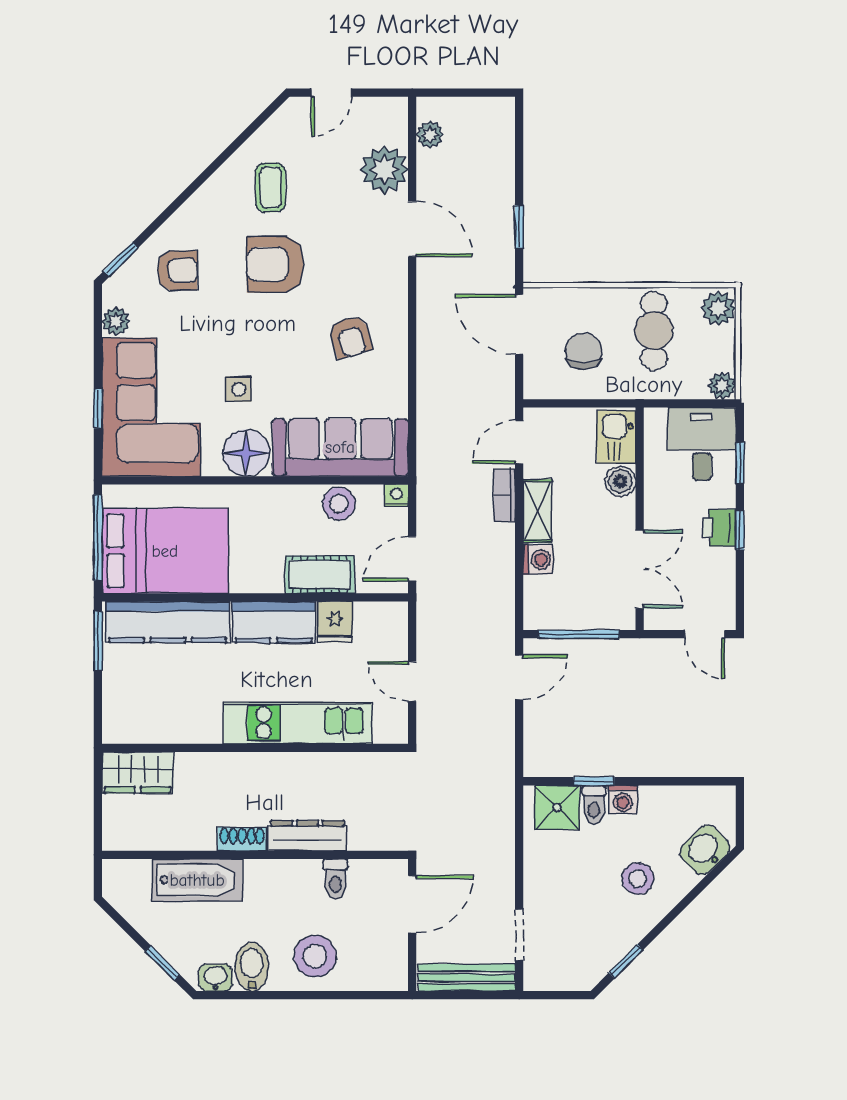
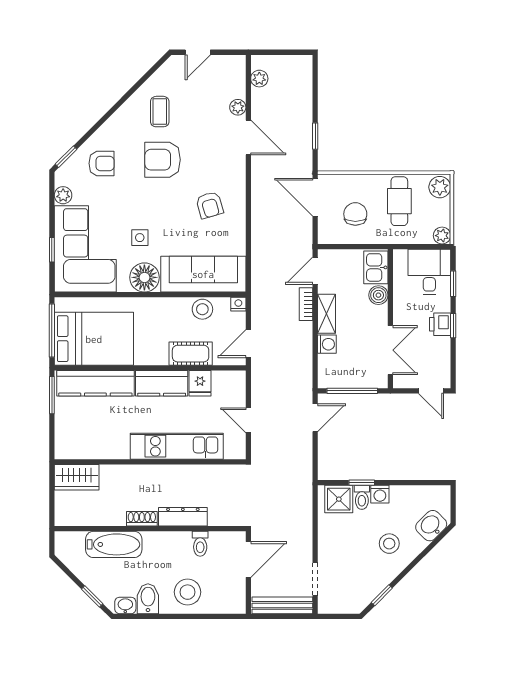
plant: (384, 169) -> (238, 107), width x0.53, depth x0.53

